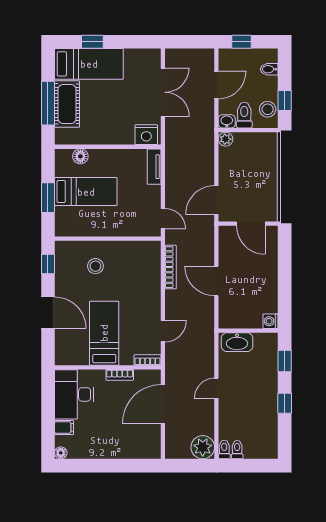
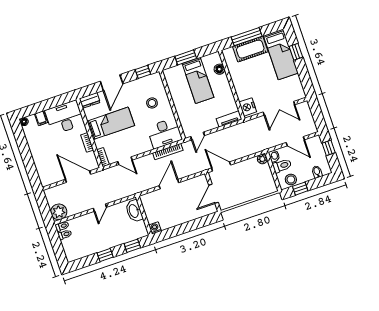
desk: (143, 263) -> (165, 133), added
dresser: (62, 352) -> (90, 100), added
door: (216, 388) -> (100, 208), swing flipped

